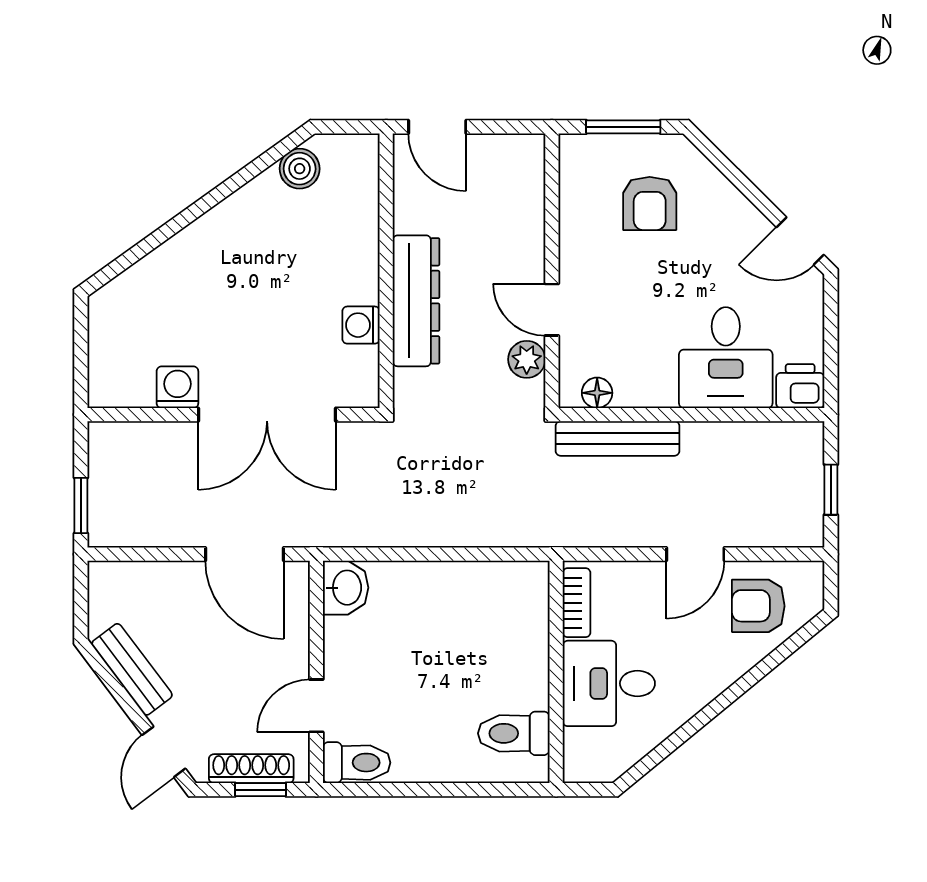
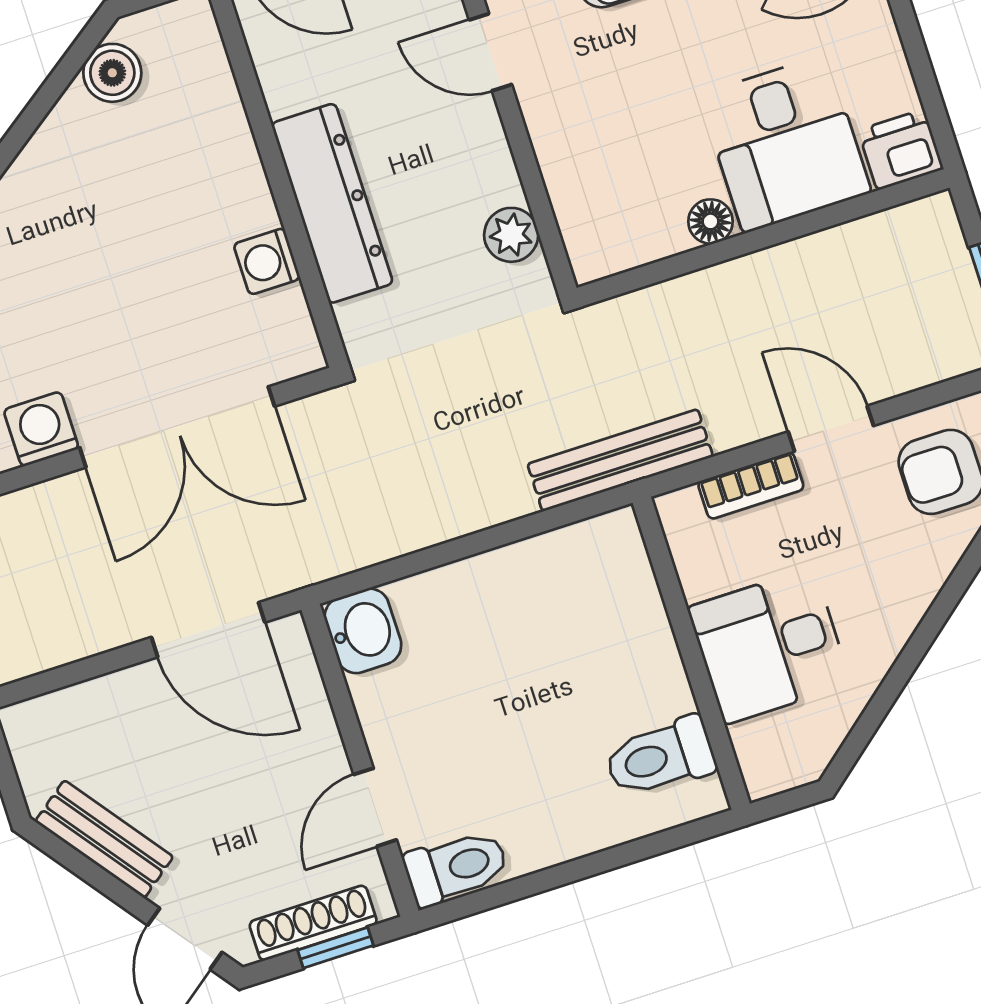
door: (552, 310) -> (490, 52), moved
floor lamp: (597, 393) -> (710, 221), moved
bench: (617, 438) -> (620, 460), moved
door: (695, 554) -> (831, 429), swing flipped
bookcase: (577, 603) -> (751, 486), moved, turned 90

